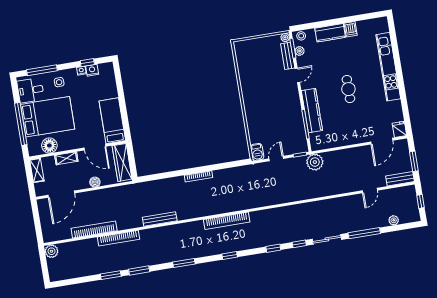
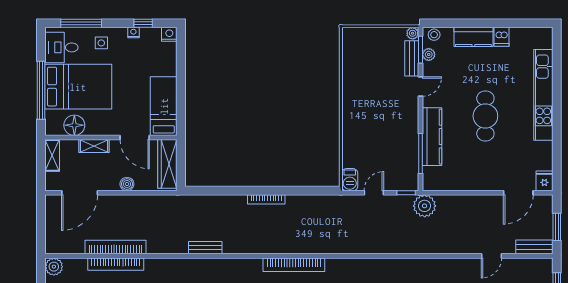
nightstand: (92, 70) -> (169, 34), moved
cafe table: (348, 89) -> (485, 116), width x1.37, depth x1.35
bench: (160, 219) -> (205, 248), width x0.73
bookcase: (119, 238) -> (116, 264), moved

